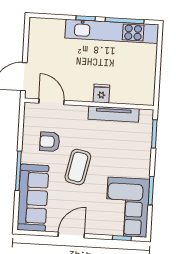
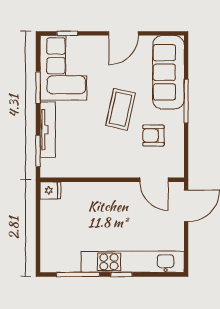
kitchen unit: (112, 31) -> (133, 262), moved
fridge: (101, 94) -> (50, 190), moved, turned -90
tv unit: (114, 114) -> (48, 130), moved, turned 90
armchair: (50, 142) -> (153, 135), turned 180

